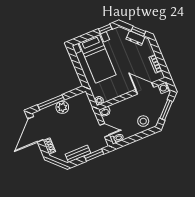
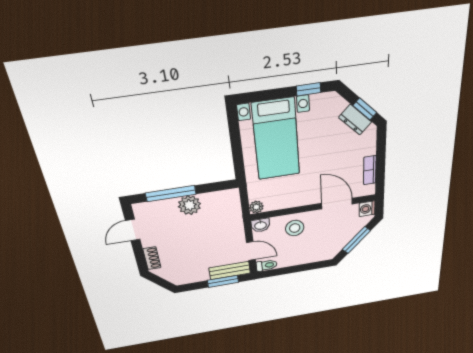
stool: (143, 121) -> (295, 228), moved
door: (35, 129) -> (133, 230), width x0.53
bench: (78, 154) -> (230, 271), moved

